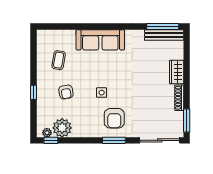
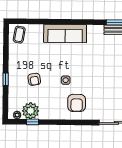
coffee table: (59, 60) -> (19, 35), moved
window: (51, 140) -> (32, 122), moved
window: (114, 140) -> (76, 122), removed

